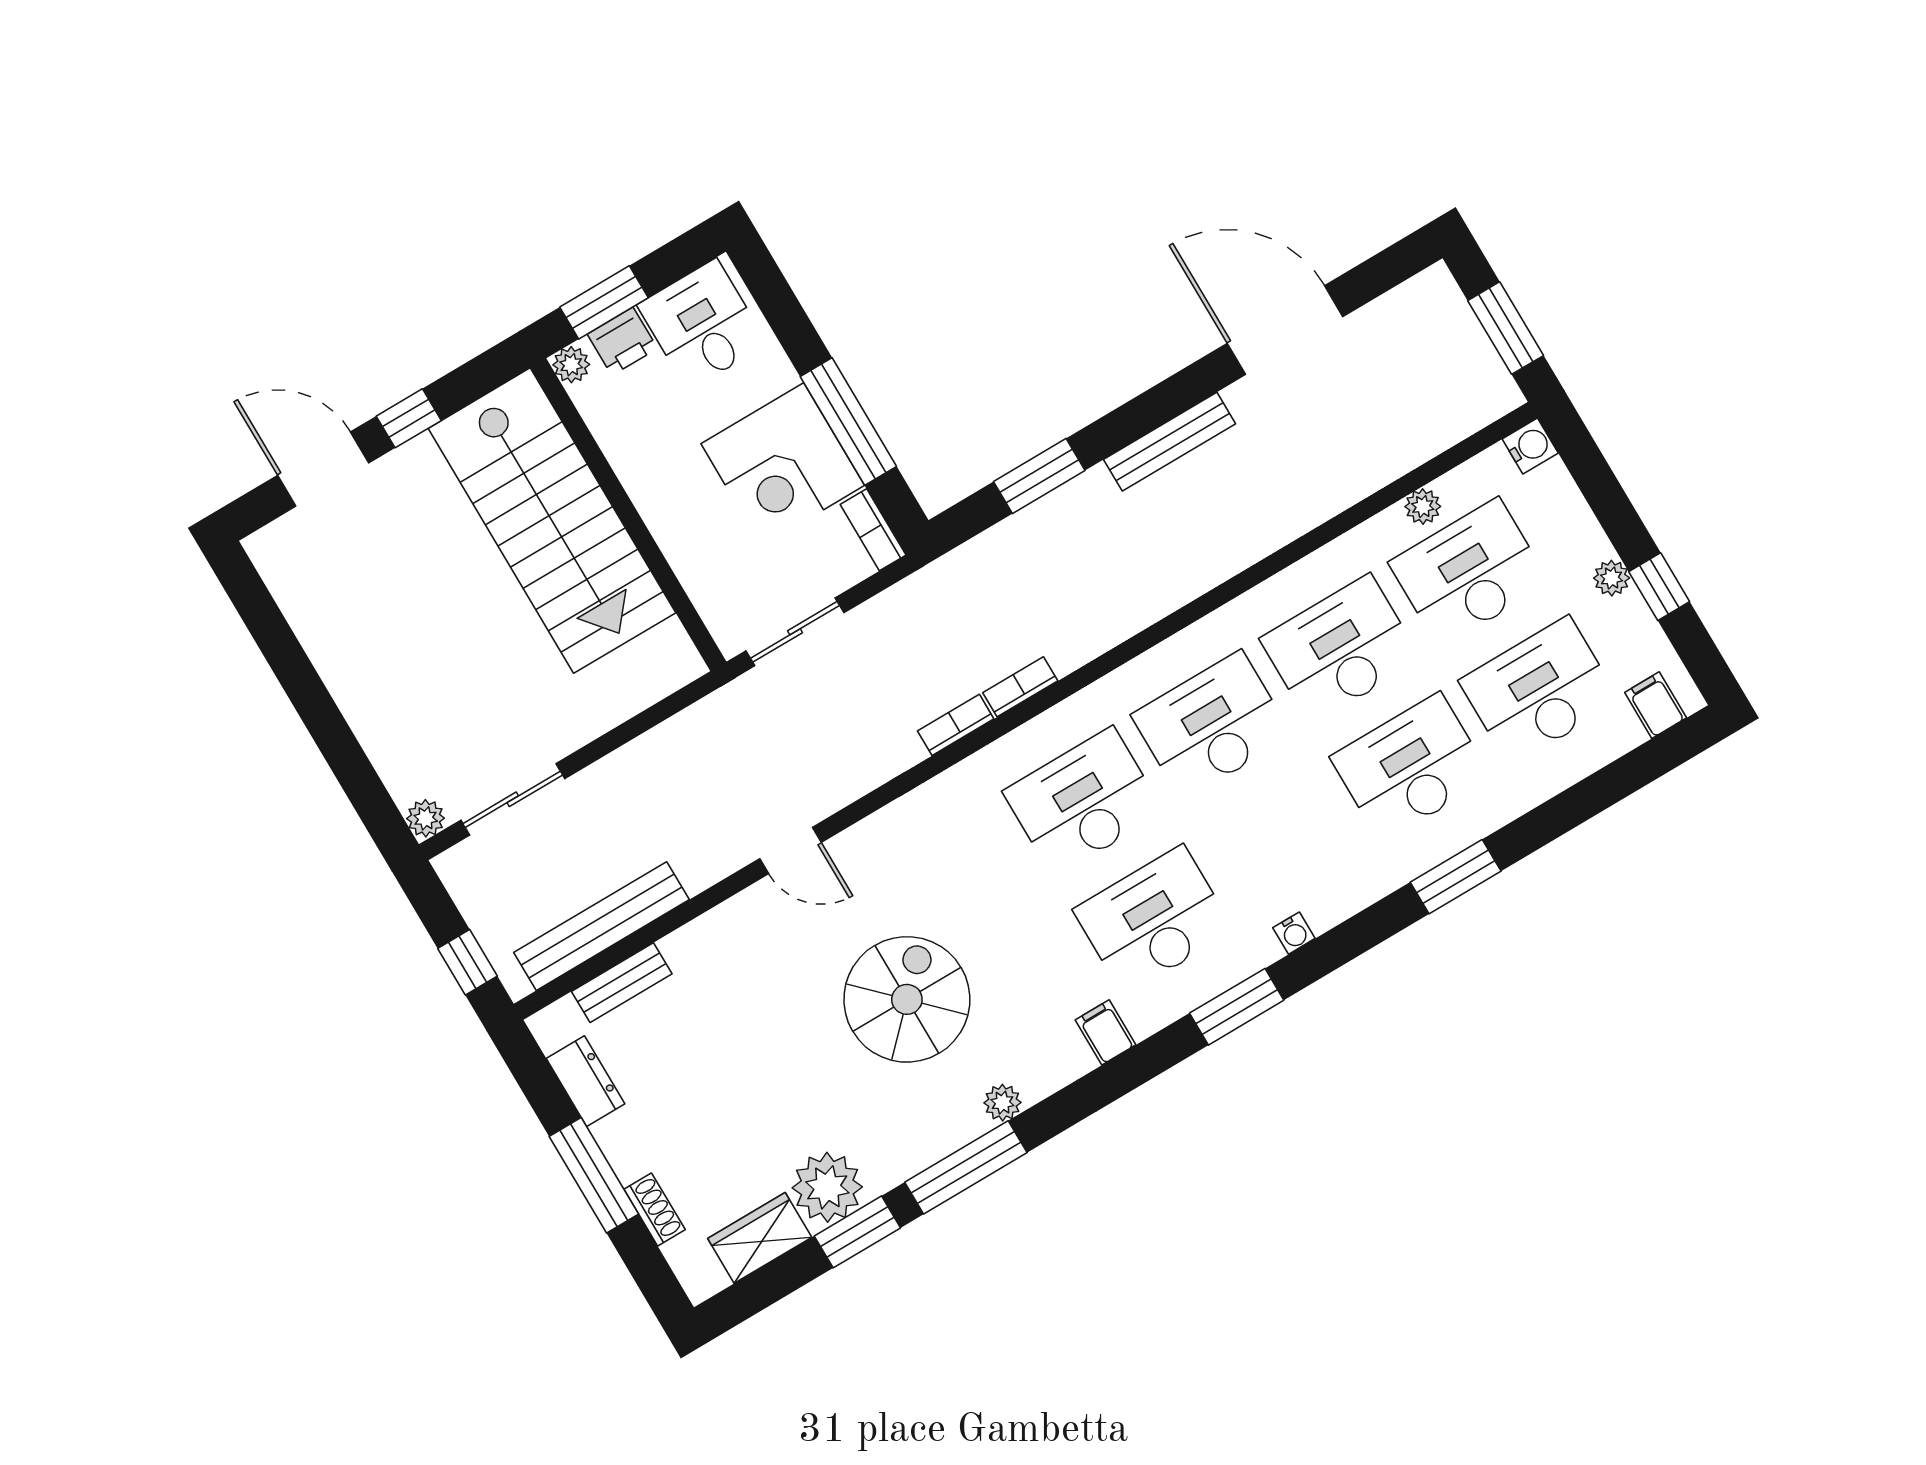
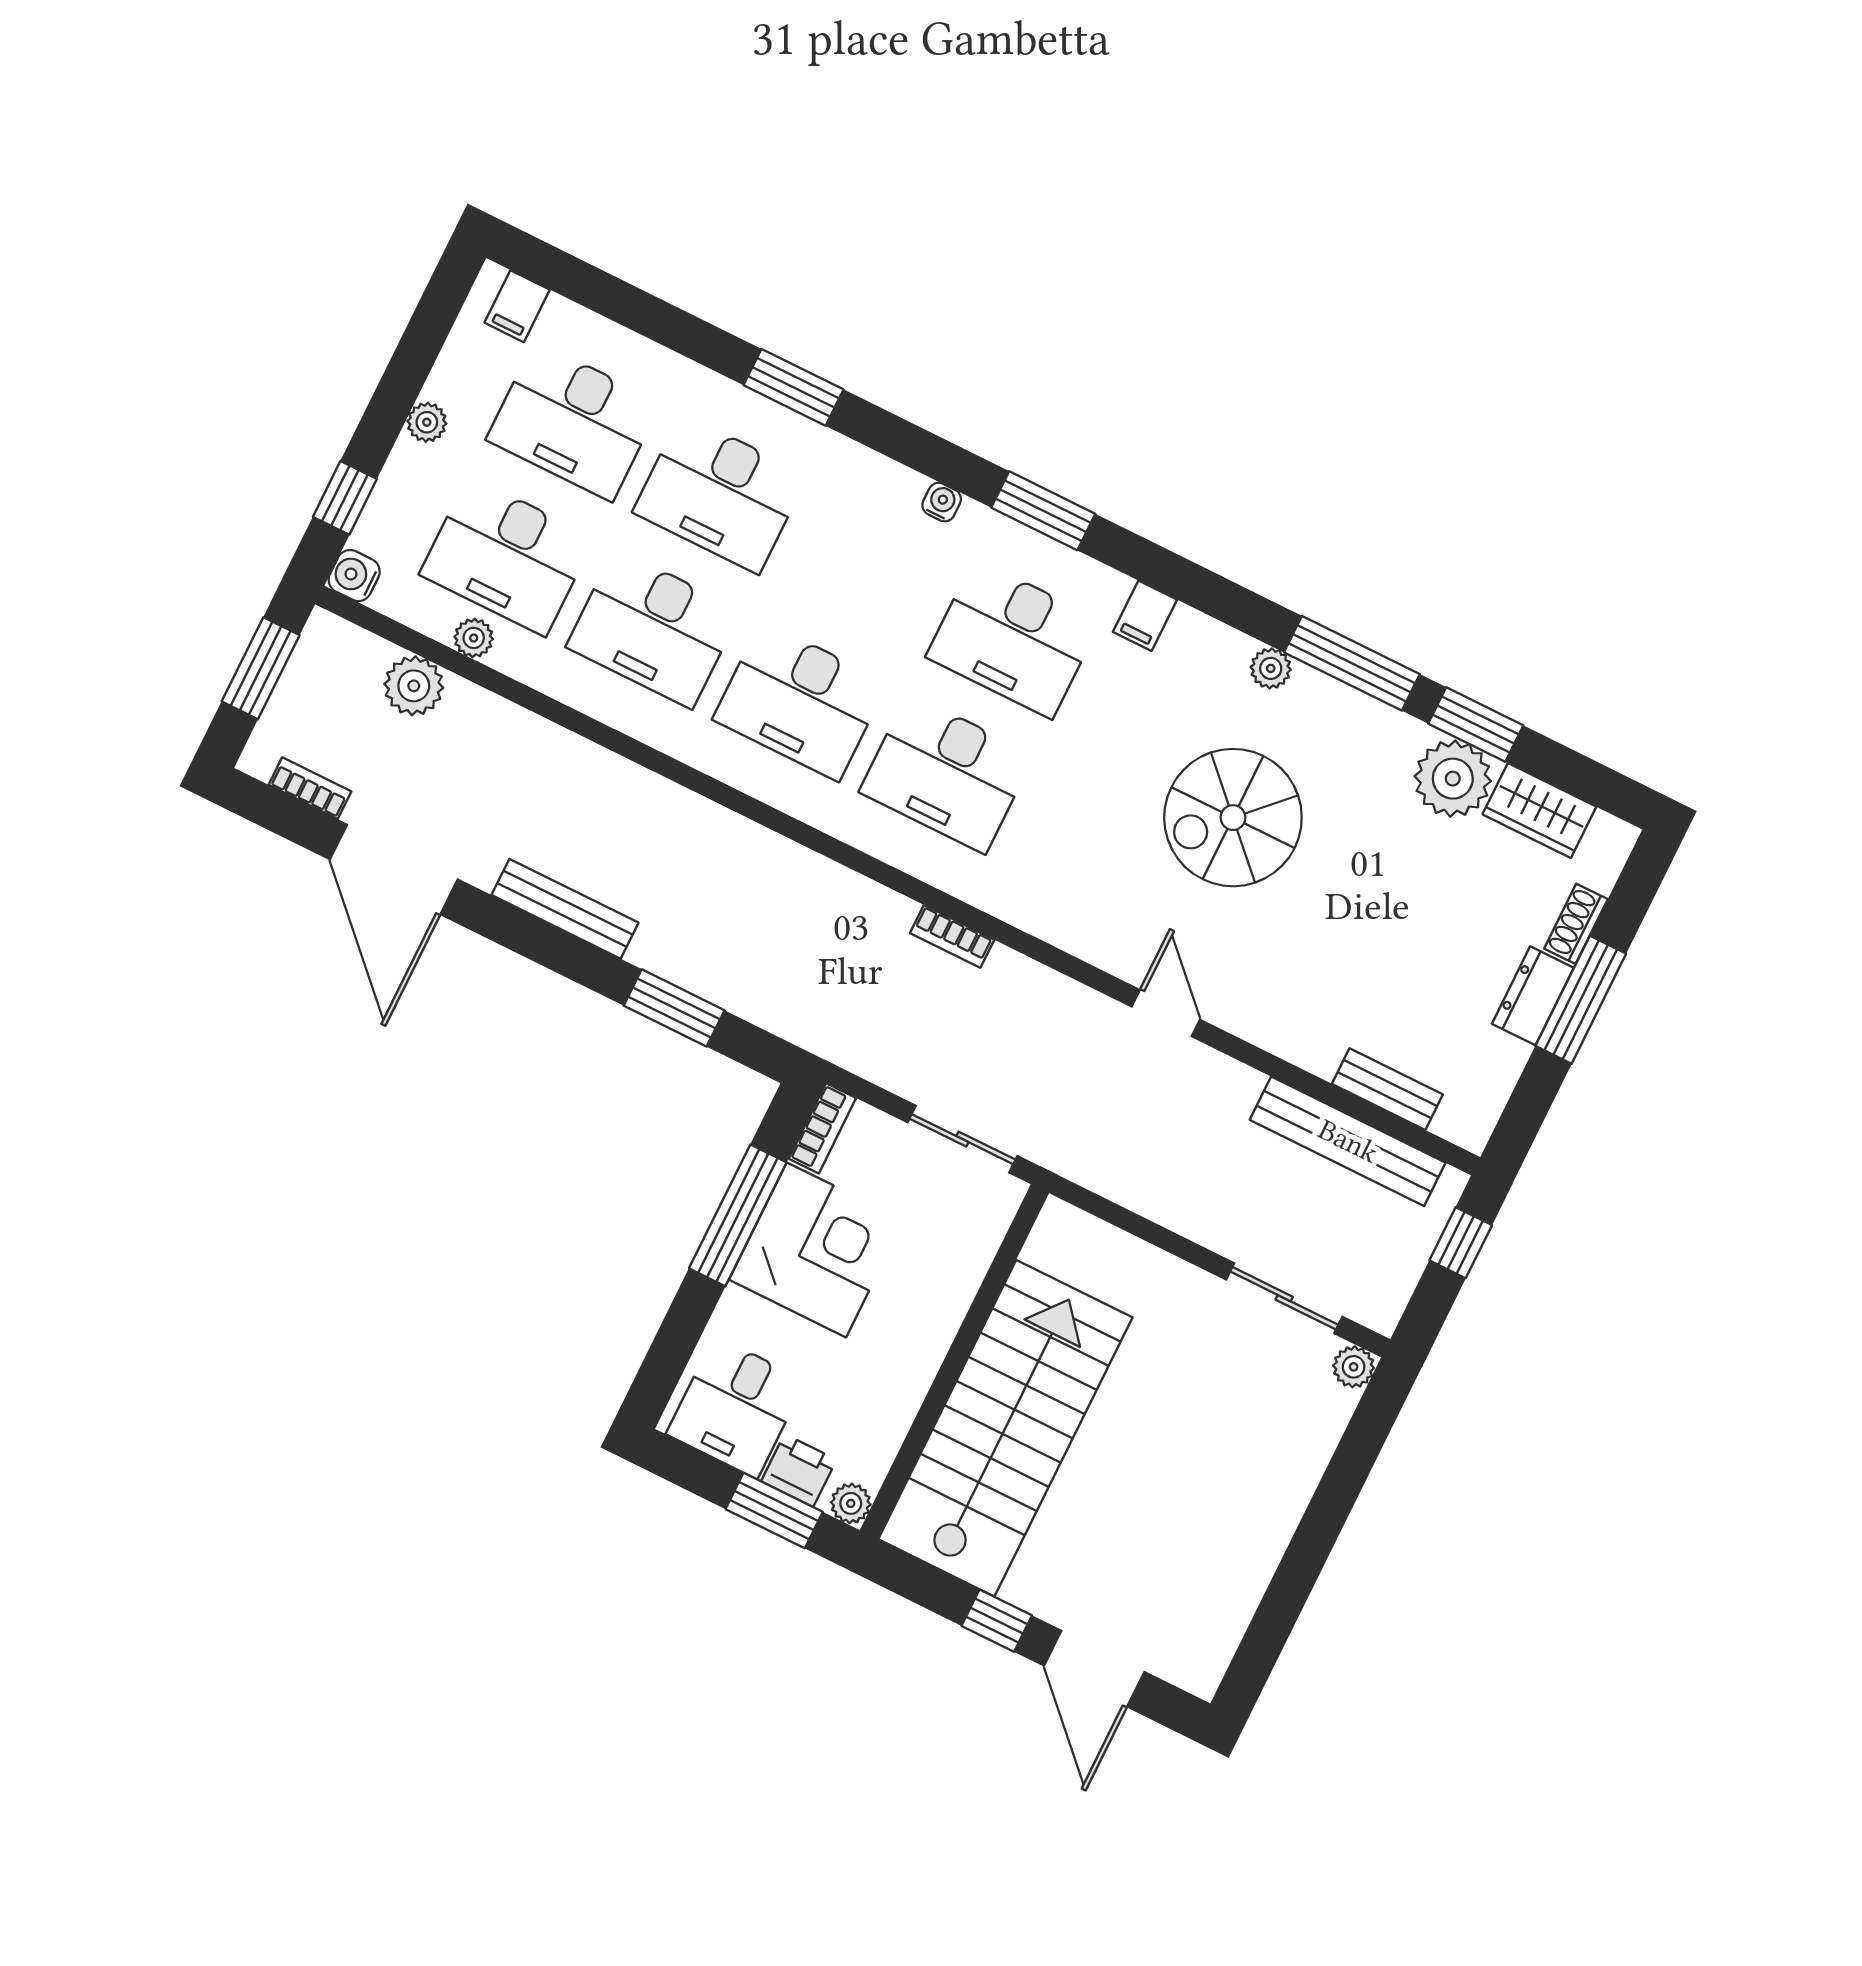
plant: (1416, 437) -> (414, 686), added
window: (1659, 587) -> (345, 498), moved
bookcase: (1020, 687) -> (310, 788), moved, turned 180
dresser: (586, 1081) -> (1533, 996), moved

